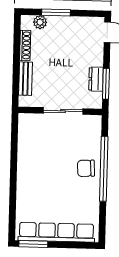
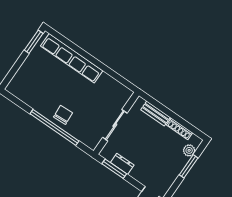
row of seats: (56, 232) -> (72, 58), moved, turned 90

